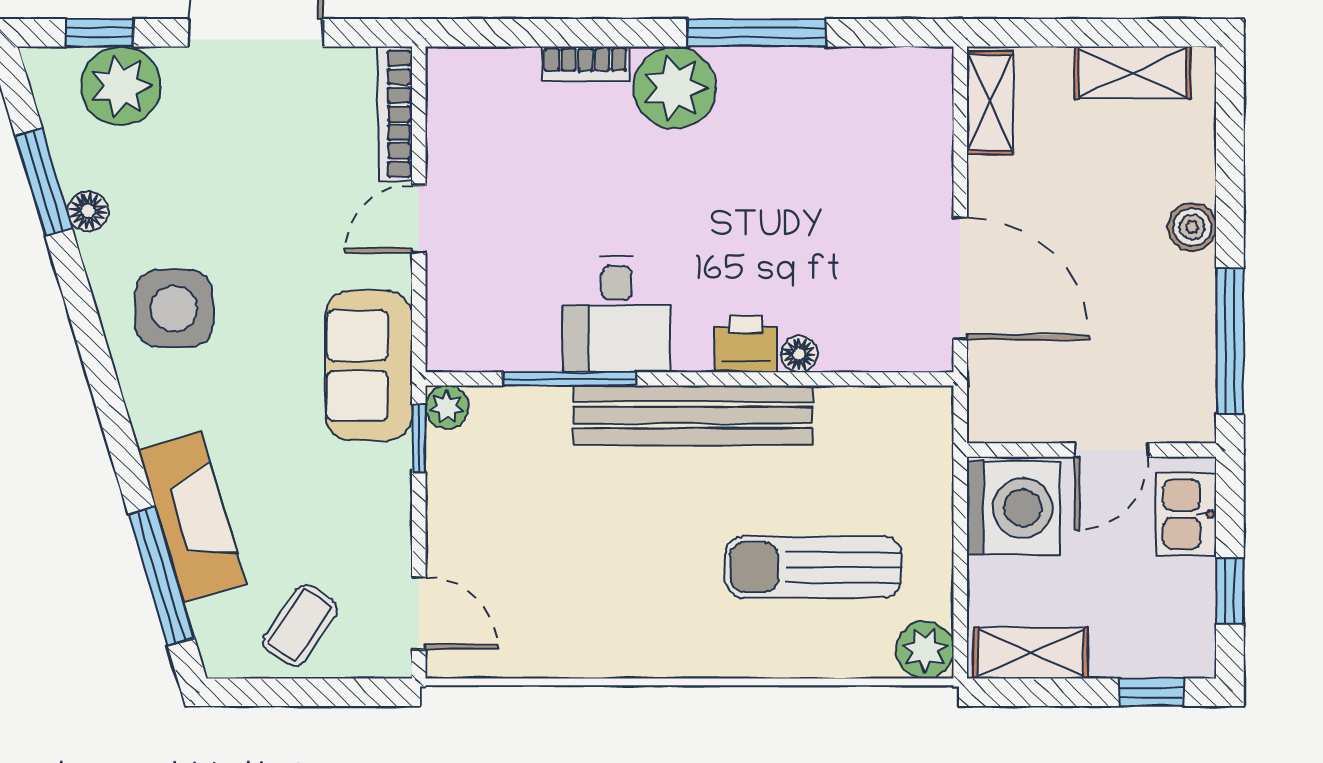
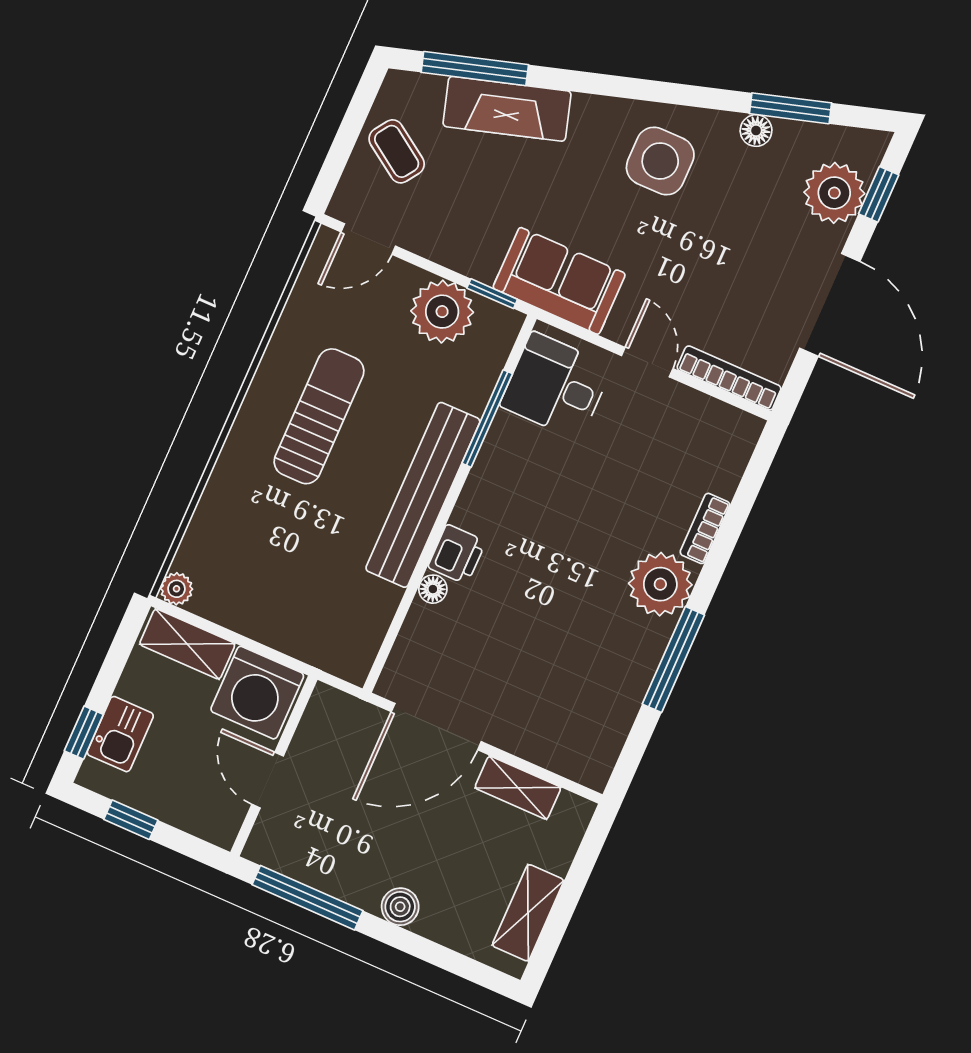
shelving: (990, 103) -> (518, 788), moved
desk: (617, 315) -> (556, 386), moved
plant: (447, 407) -> (442, 312), moved, width x1.88, depth x1.88
kitchen sink: (1186, 514) -> (120, 734), moved, turned 90
sun lounger: (813, 567) -> (319, 416), moved
plant: (925, 650) -> (176, 589), width x0.73, depth x0.73
shelving: (1031, 653) -> (187, 644), moved, turned 90

